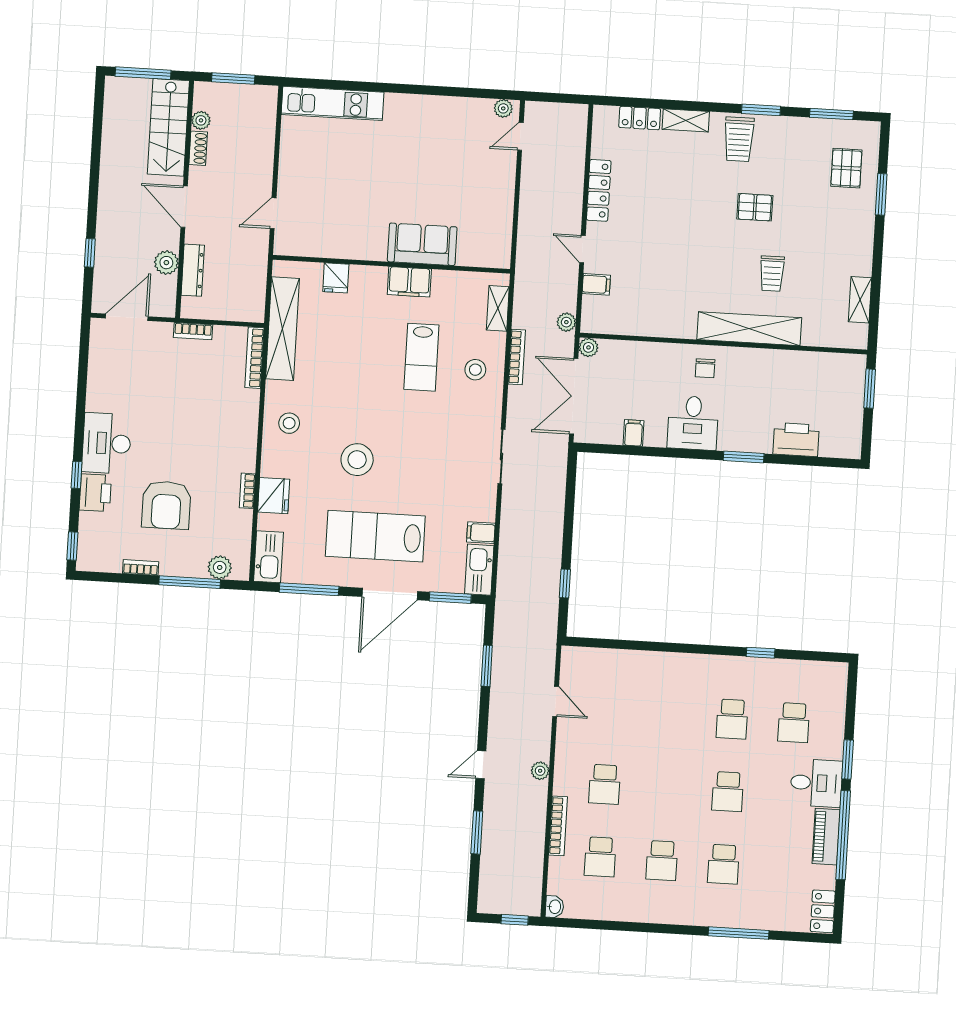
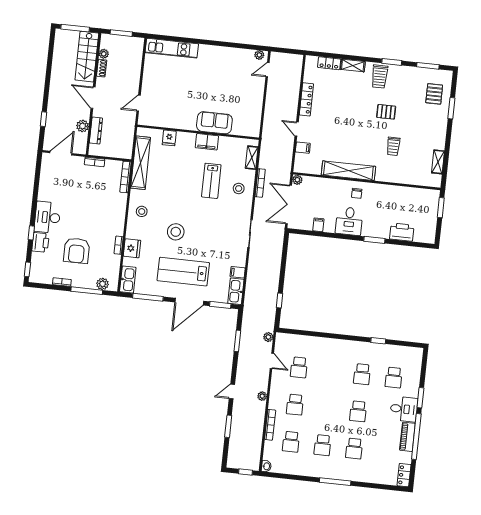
plant: (566, 322) -> (268, 337), moved
shelving: (749, 329) -> (348, 171), moved
school desk: (609, 712) -> (299, 367), added
window: (739, 933) -> (335, 482), moved

